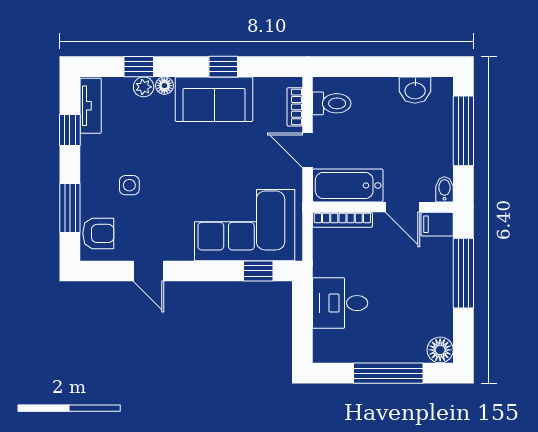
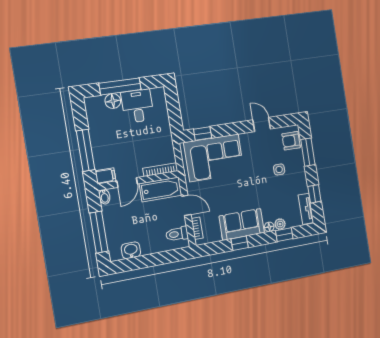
door: (403, 207) -> (127, 182), swing flipped
desk: (340, 303) -> (138, 106), moved, turned -90
floor lamp: (440, 350) -> (113, 101), moved

